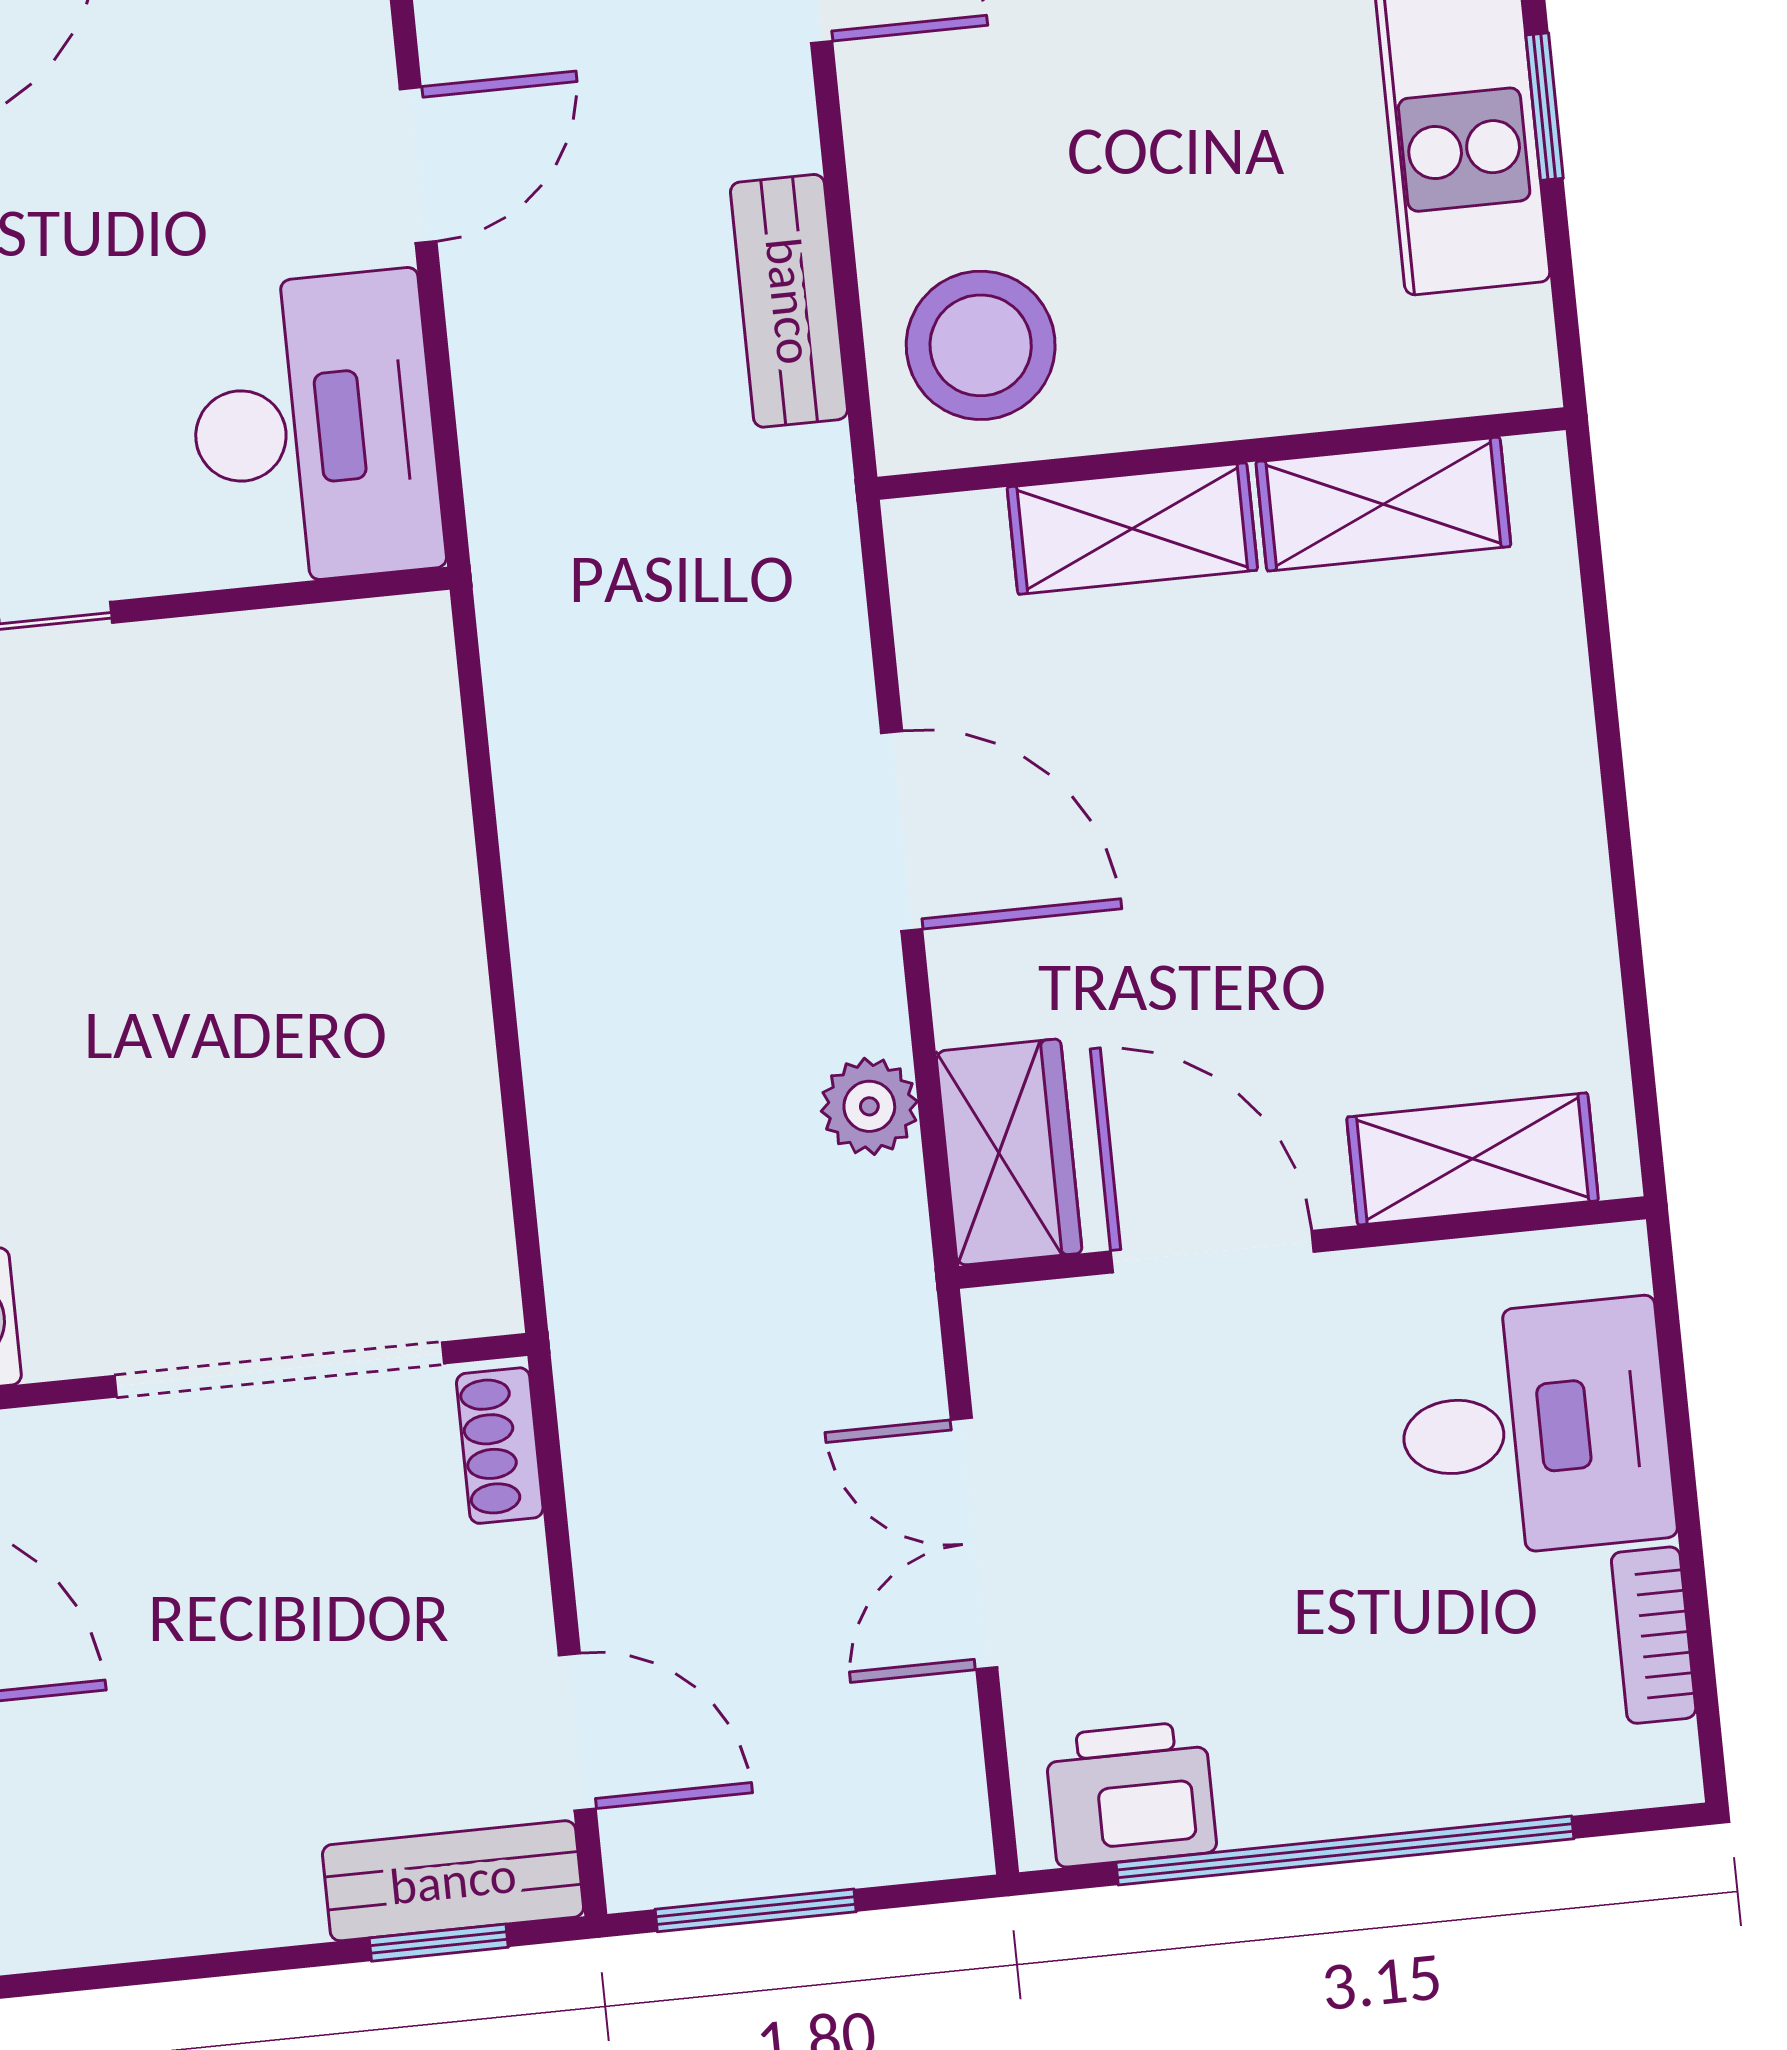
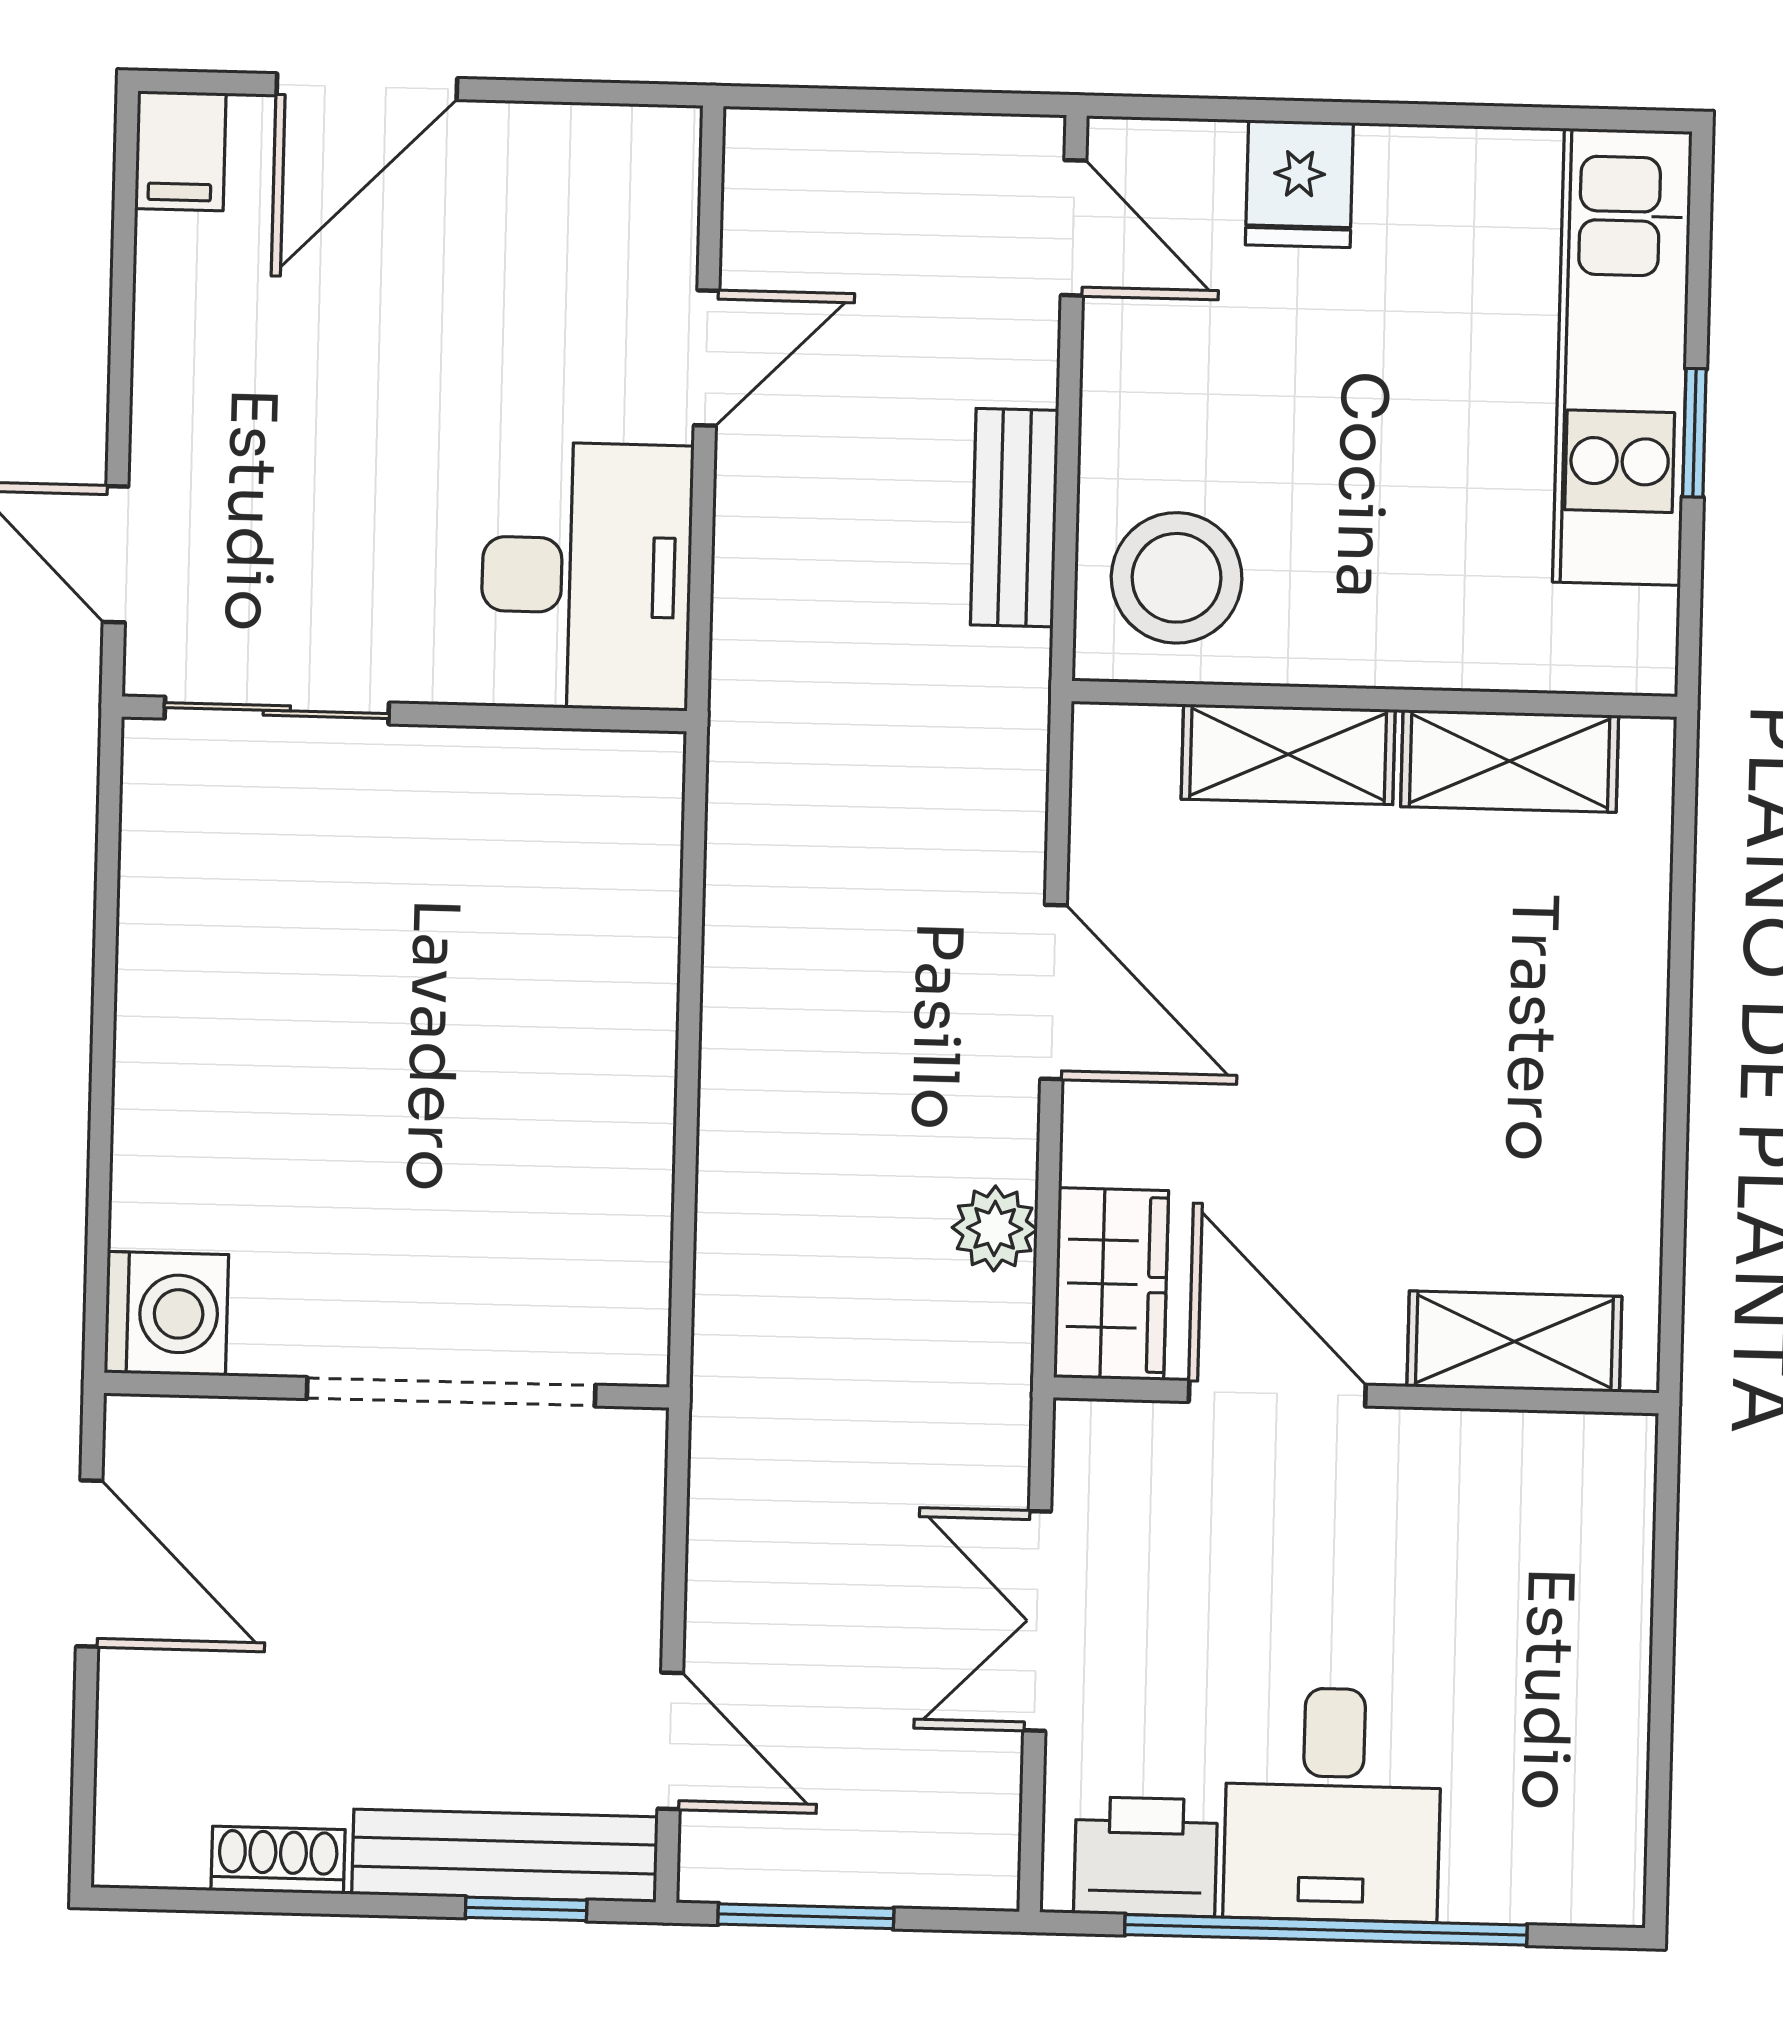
desk: (1535, 1429) -> (1333, 1804), moved, turned 90
shoe rack: (500, 1446) -> (278, 1860), moved, turned 90
bookcase: (1654, 1635) -> (1619, 1777), removed
bench: (453, 1881) -> (505, 1856), width x1.36

